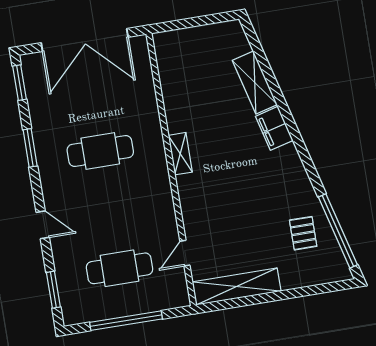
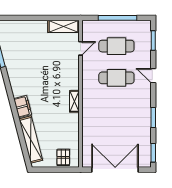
shelving: (255, 83) -> (31, 140), width x1.47
cafe table: (100, 151) -> (116, 78), moved
pallet: (303, 233) -> (63, 157), moved
shelving: (237, 286) -> (64, 26), width x0.68

